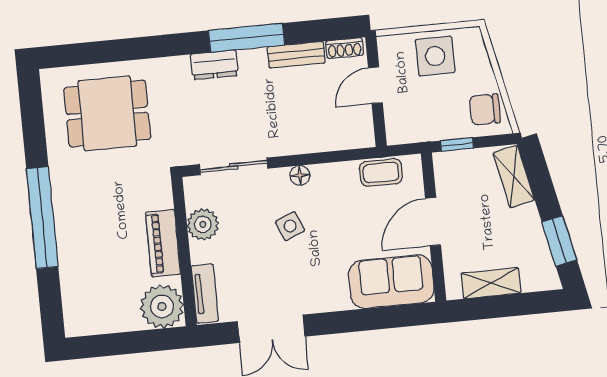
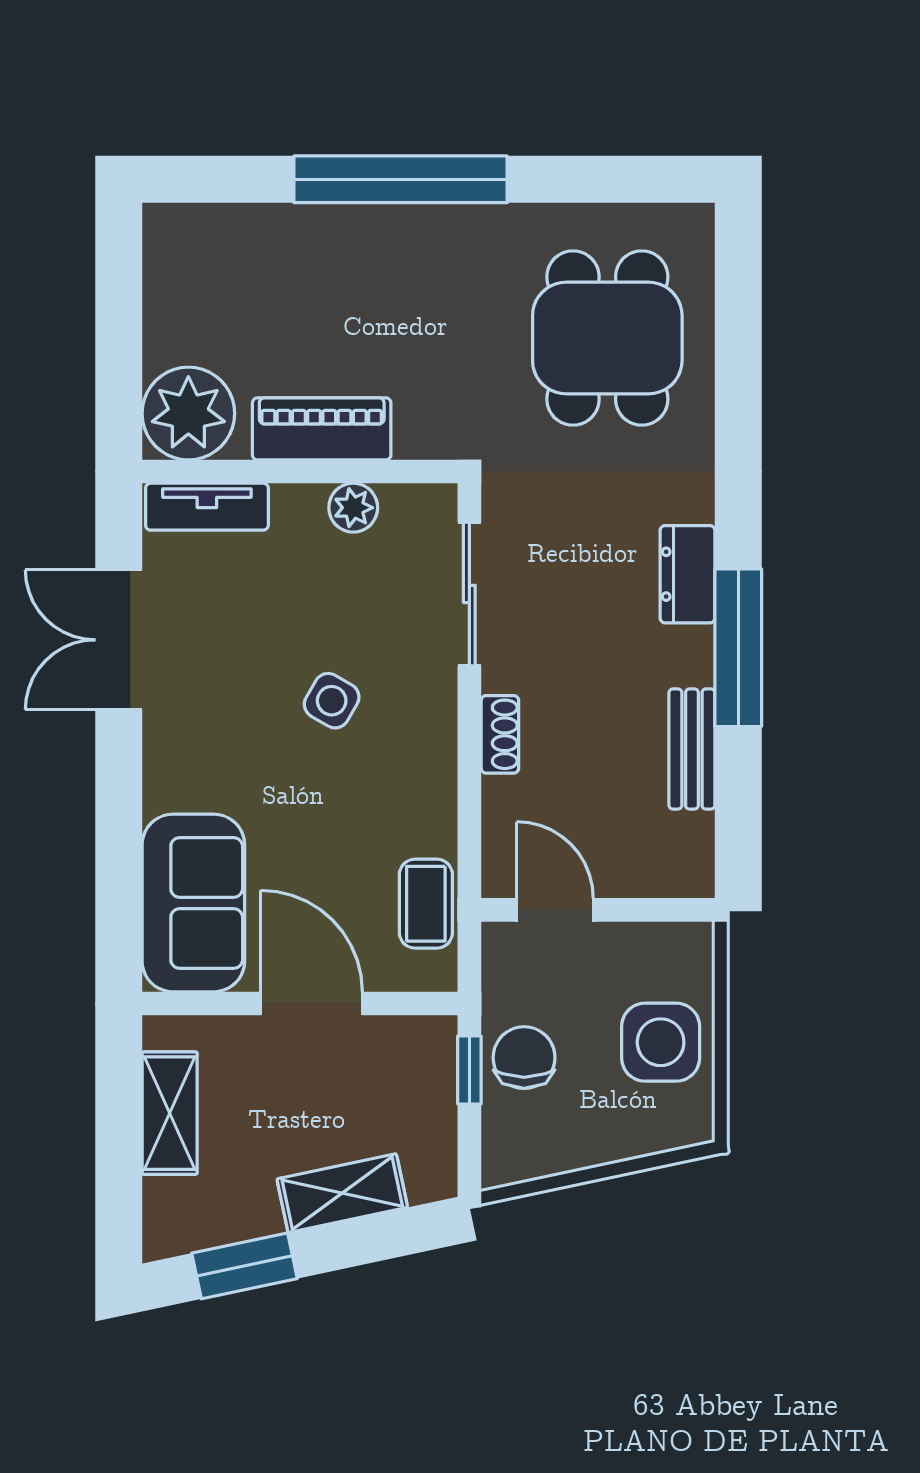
shoe rack: (345, 48) -> (500, 734), moved, turned 180
door: (375, 85) -> (555, 910), moved
chair: (485, 109) -> (524, 1058), moved
floor lamp: (300, 175) -> (437, 732), removed
shelving: (514, 176) -> (342, 1193), moved
plant: (203, 224) -> (353, 508), width x0.73, depth x0.73
side table: (290, 226) -> (332, 701), turned -37

